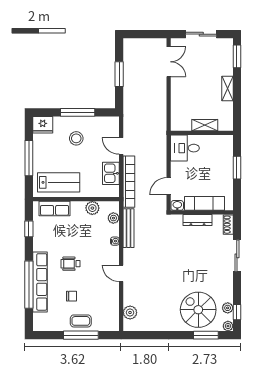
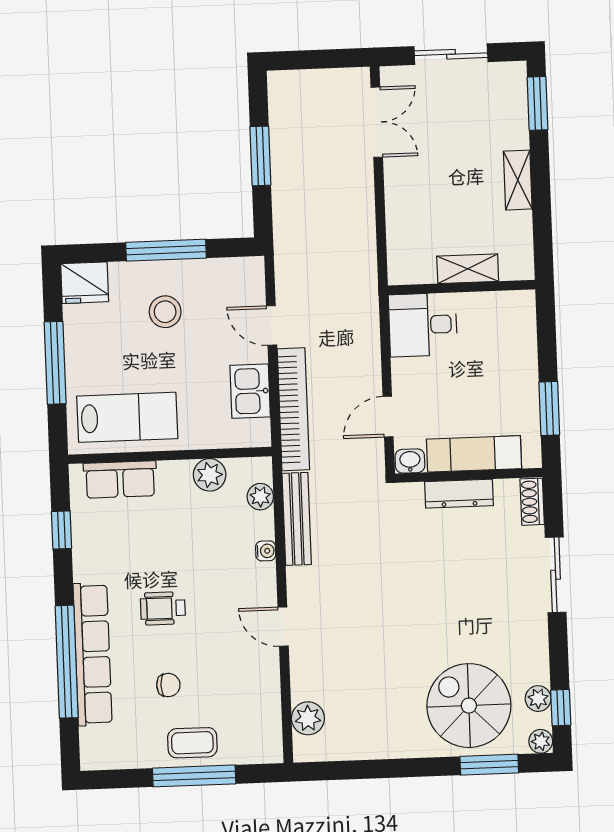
window: (237, 168) -> (549, 408), moved

